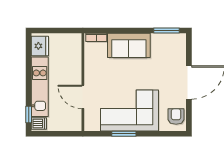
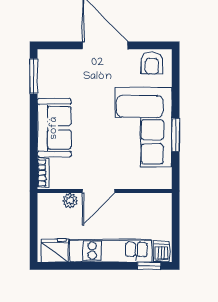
plant: (76, 57) -> (70, 201), added
door: (83, 97) -> (98, 191), moved
armchair: (176, 116) -> (152, 63), turned -90

